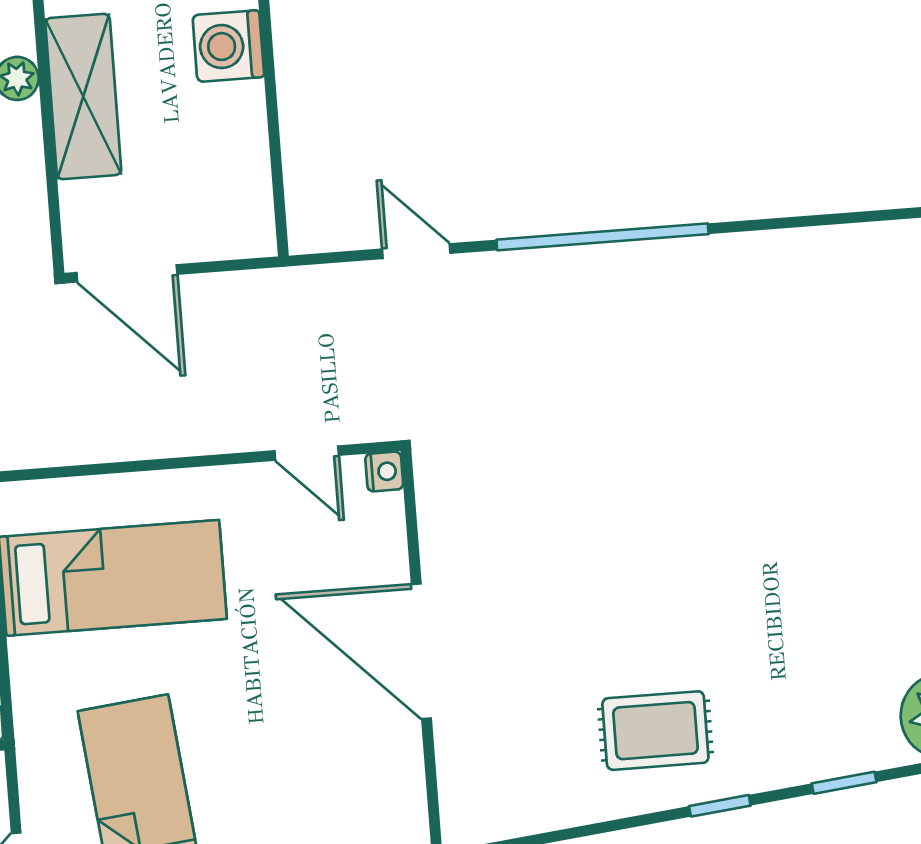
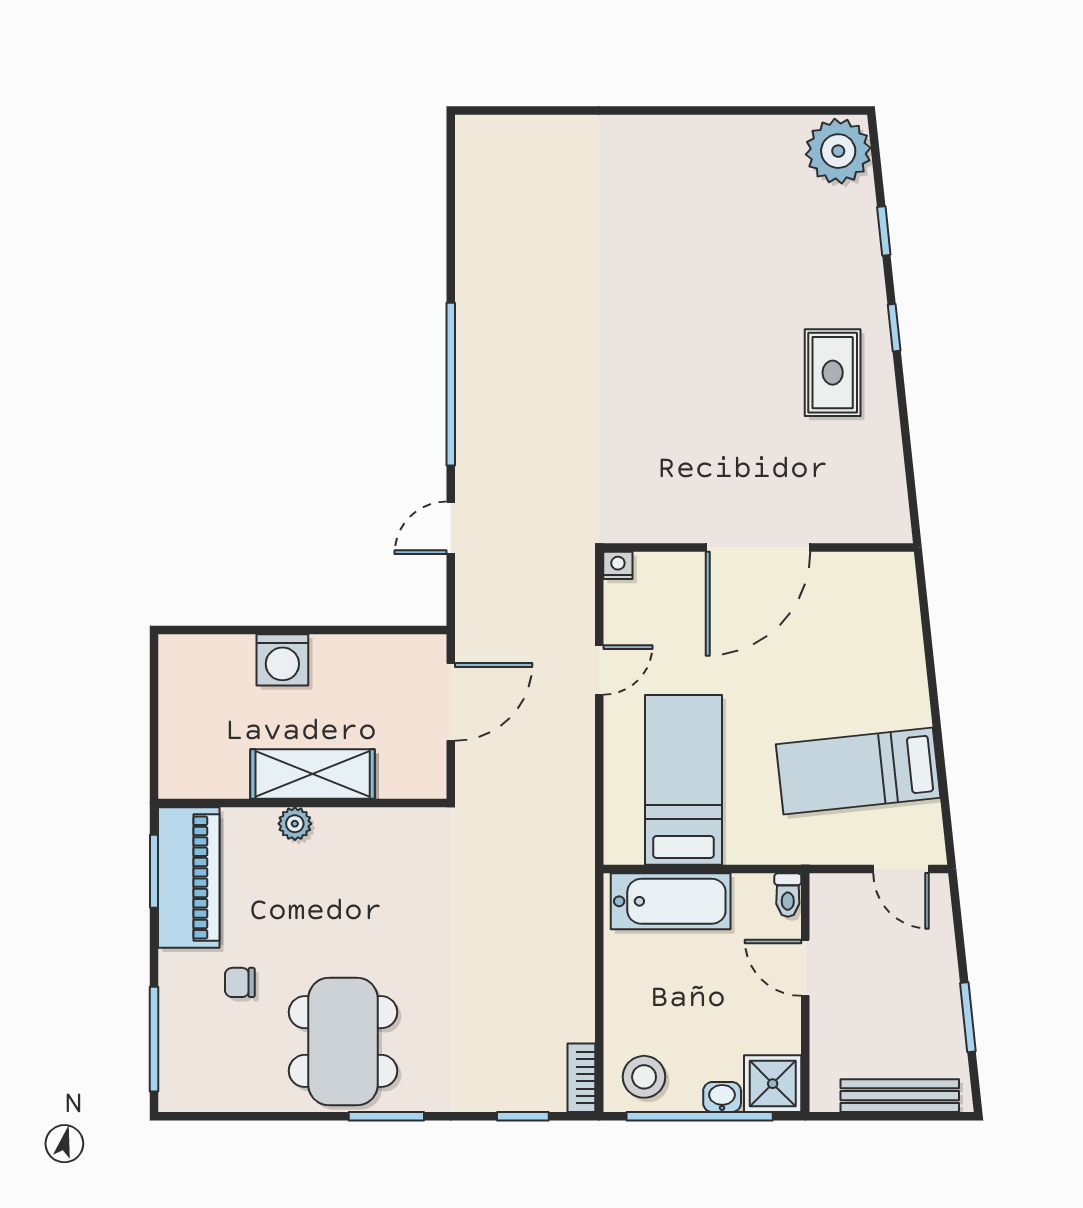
door: (127, 273) -> (451, 702), moved
door: (307, 453) -> (599, 670), moved

